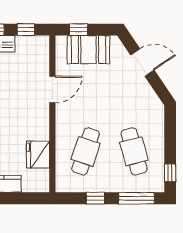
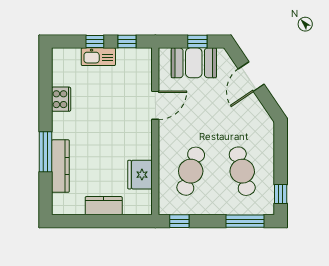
window: (79, 30) -> (197, 42), moved
door: (142, 63) -> (251, 77), swing flipped
window: (95, 198) -> (179, 221), moved

